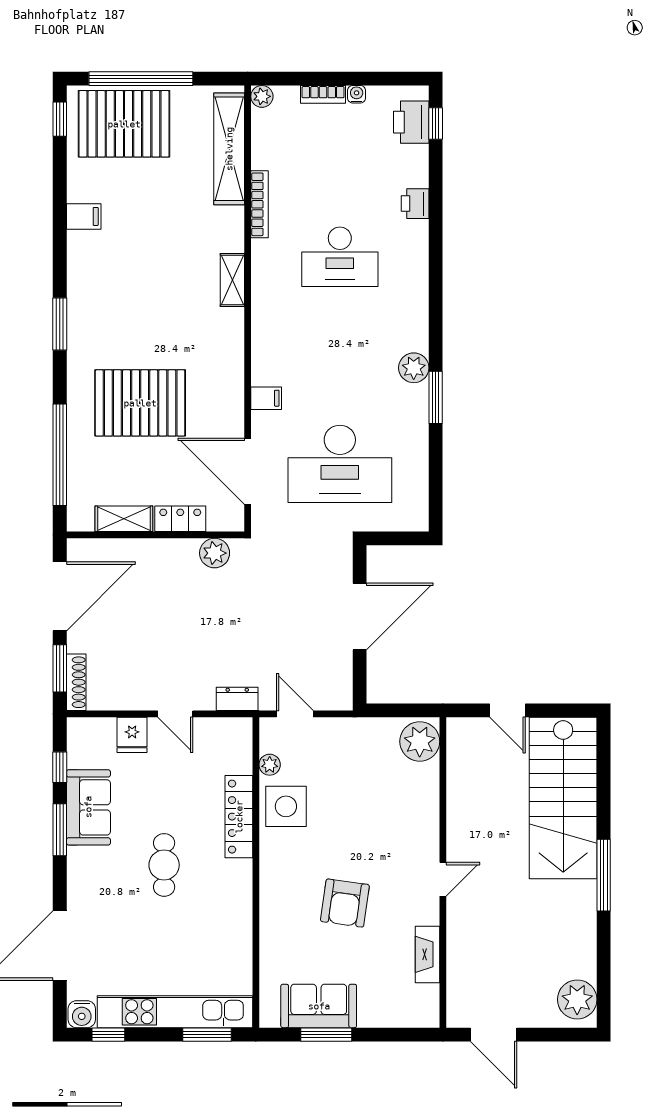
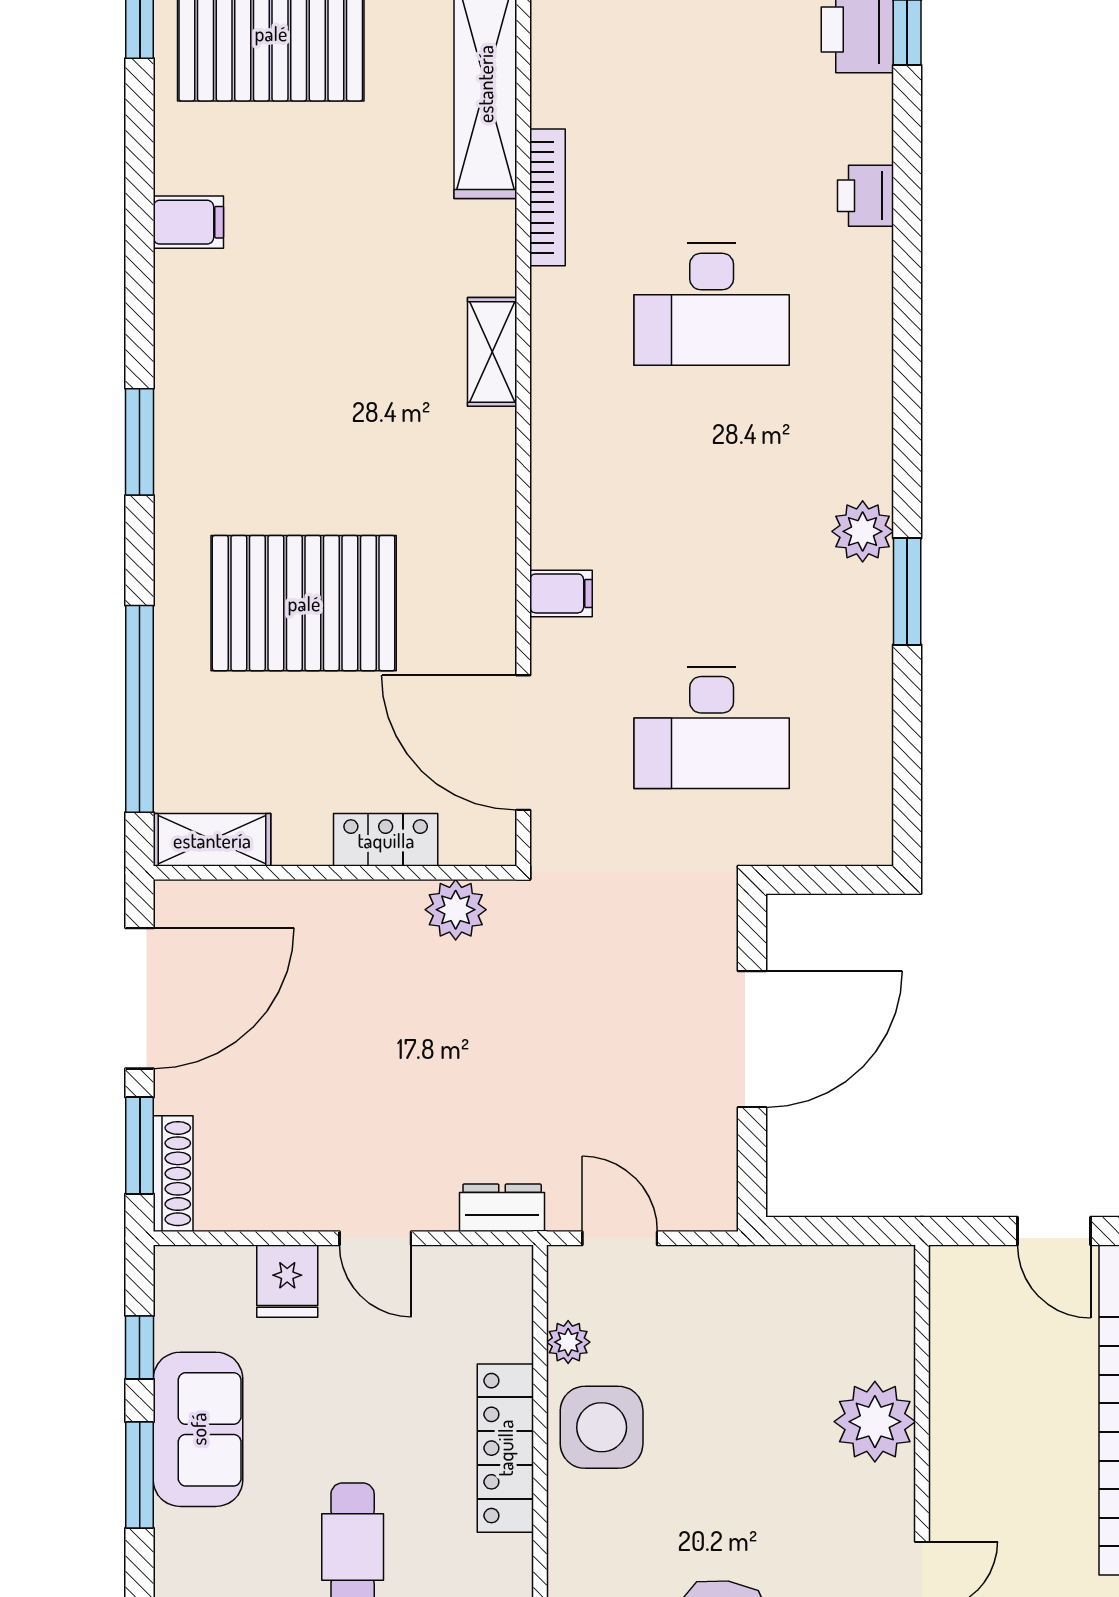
desk: (340, 464) -> (712, 728), width x0.73, depth x0.77
shelving: (124, 519) -> (212, 840), moved
plant: (420, 741) -> (875, 1422), moved

